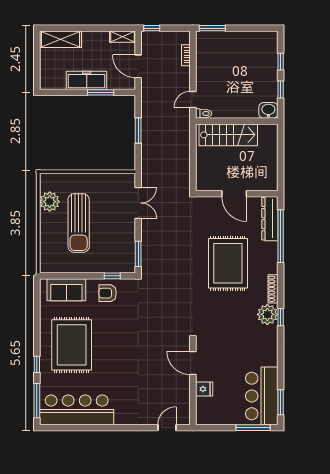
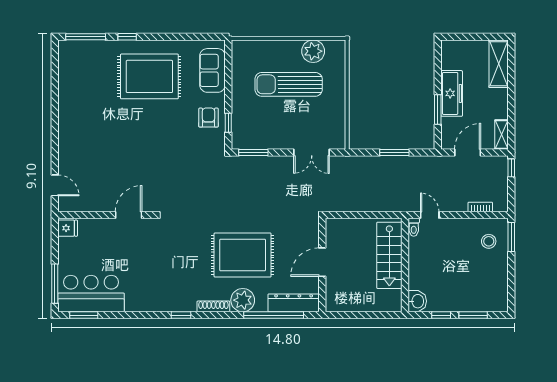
stool: (216, 48) -> (489, 241), added
window: (281, 62) -> (473, 315), width x1.50
plant: (267, 314) -> (243, 300), moved
fridge: (204, 389) -> (68, 228), moved, turned -90
bar counter: (77, 410) -> (75, 82), removed

